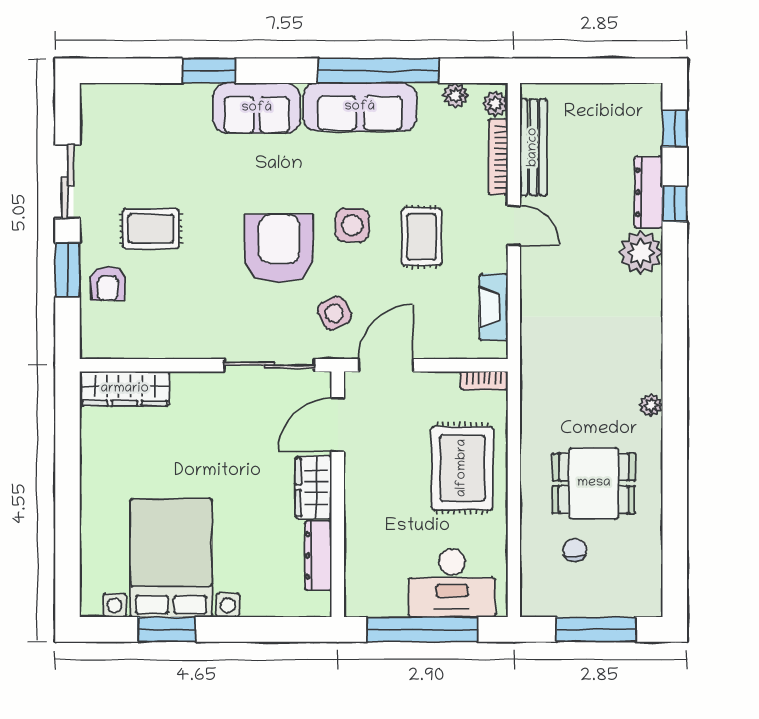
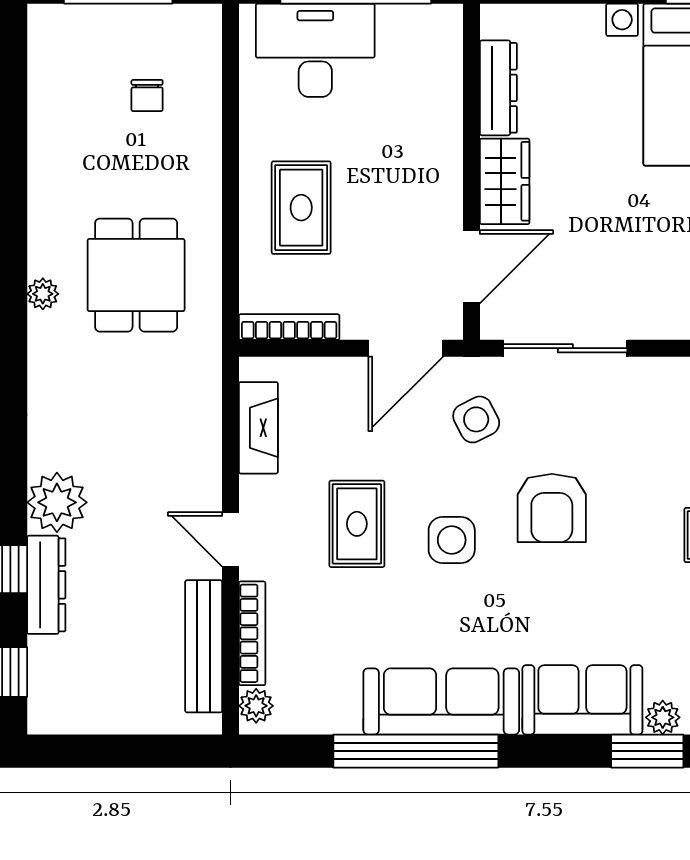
plant: (456, 95) -> (663, 717), moved
armchair: (279, 248) -> (552, 508), width x0.73, depth x0.73
bookcase: (484, 381) -> (289, 327), width x1.56
rug: (462, 468) -> (301, 208), width x0.73, depth x0.70
dining table: (594, 483) -> (136, 275), moved, turned 90

